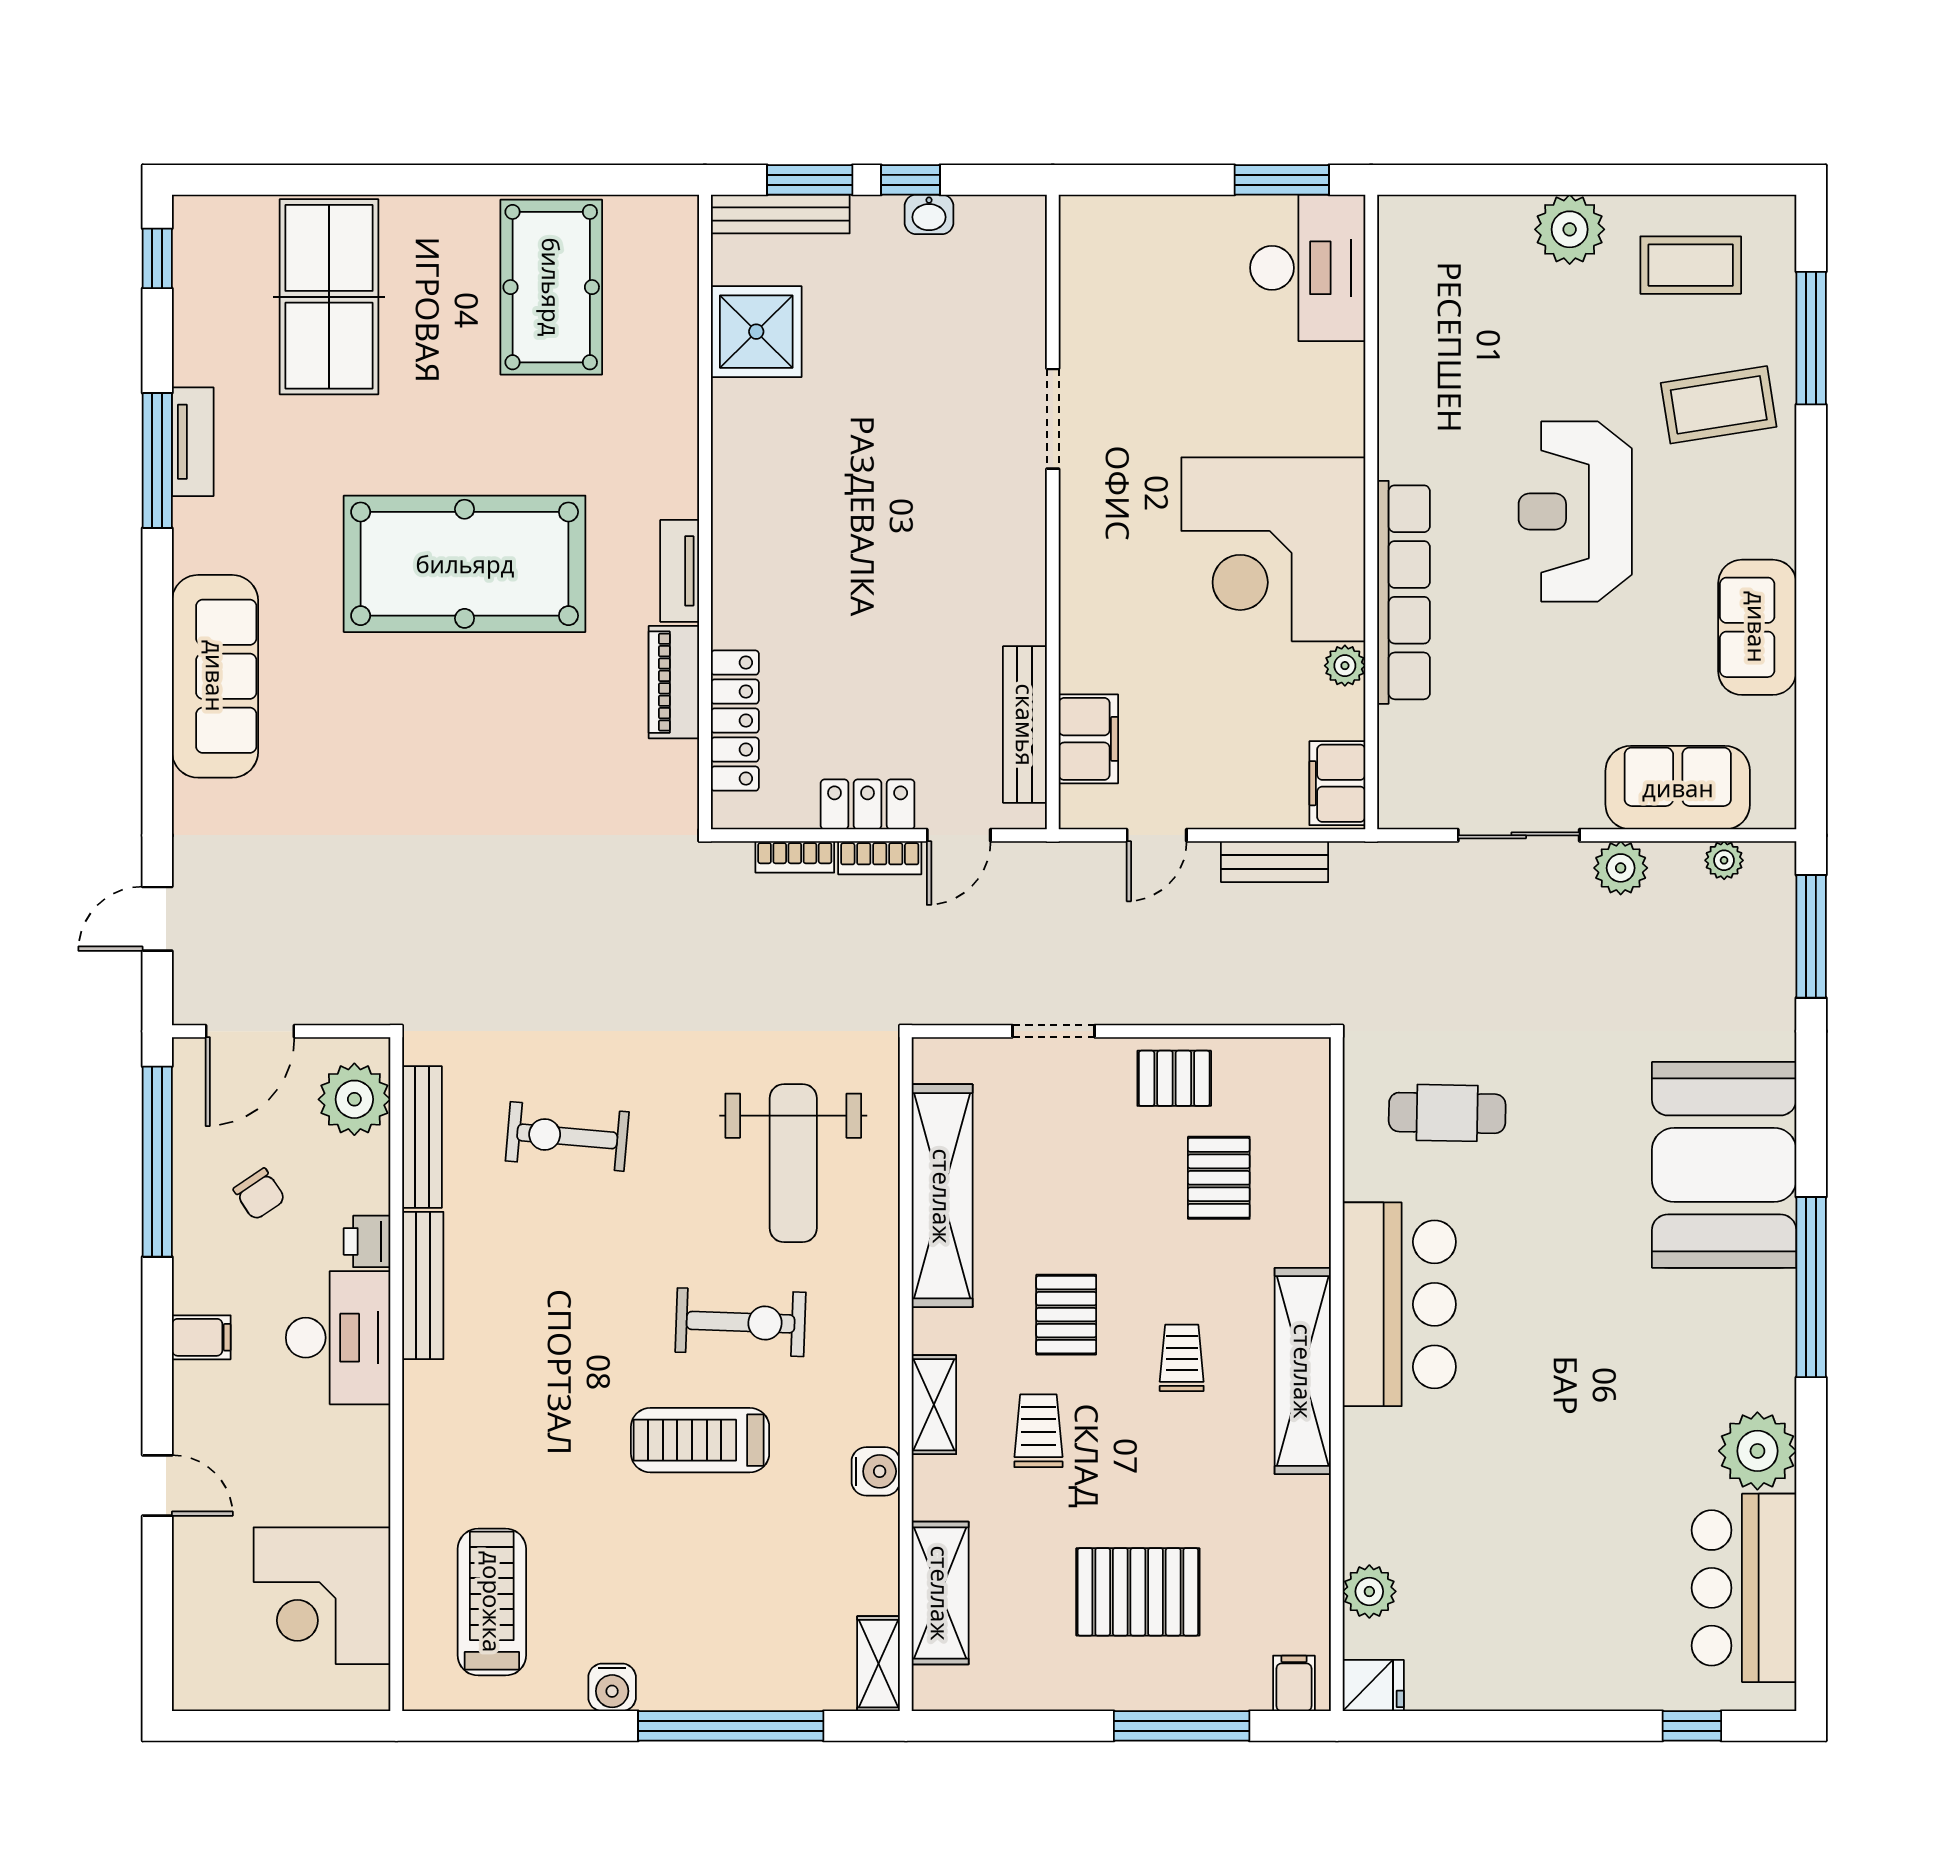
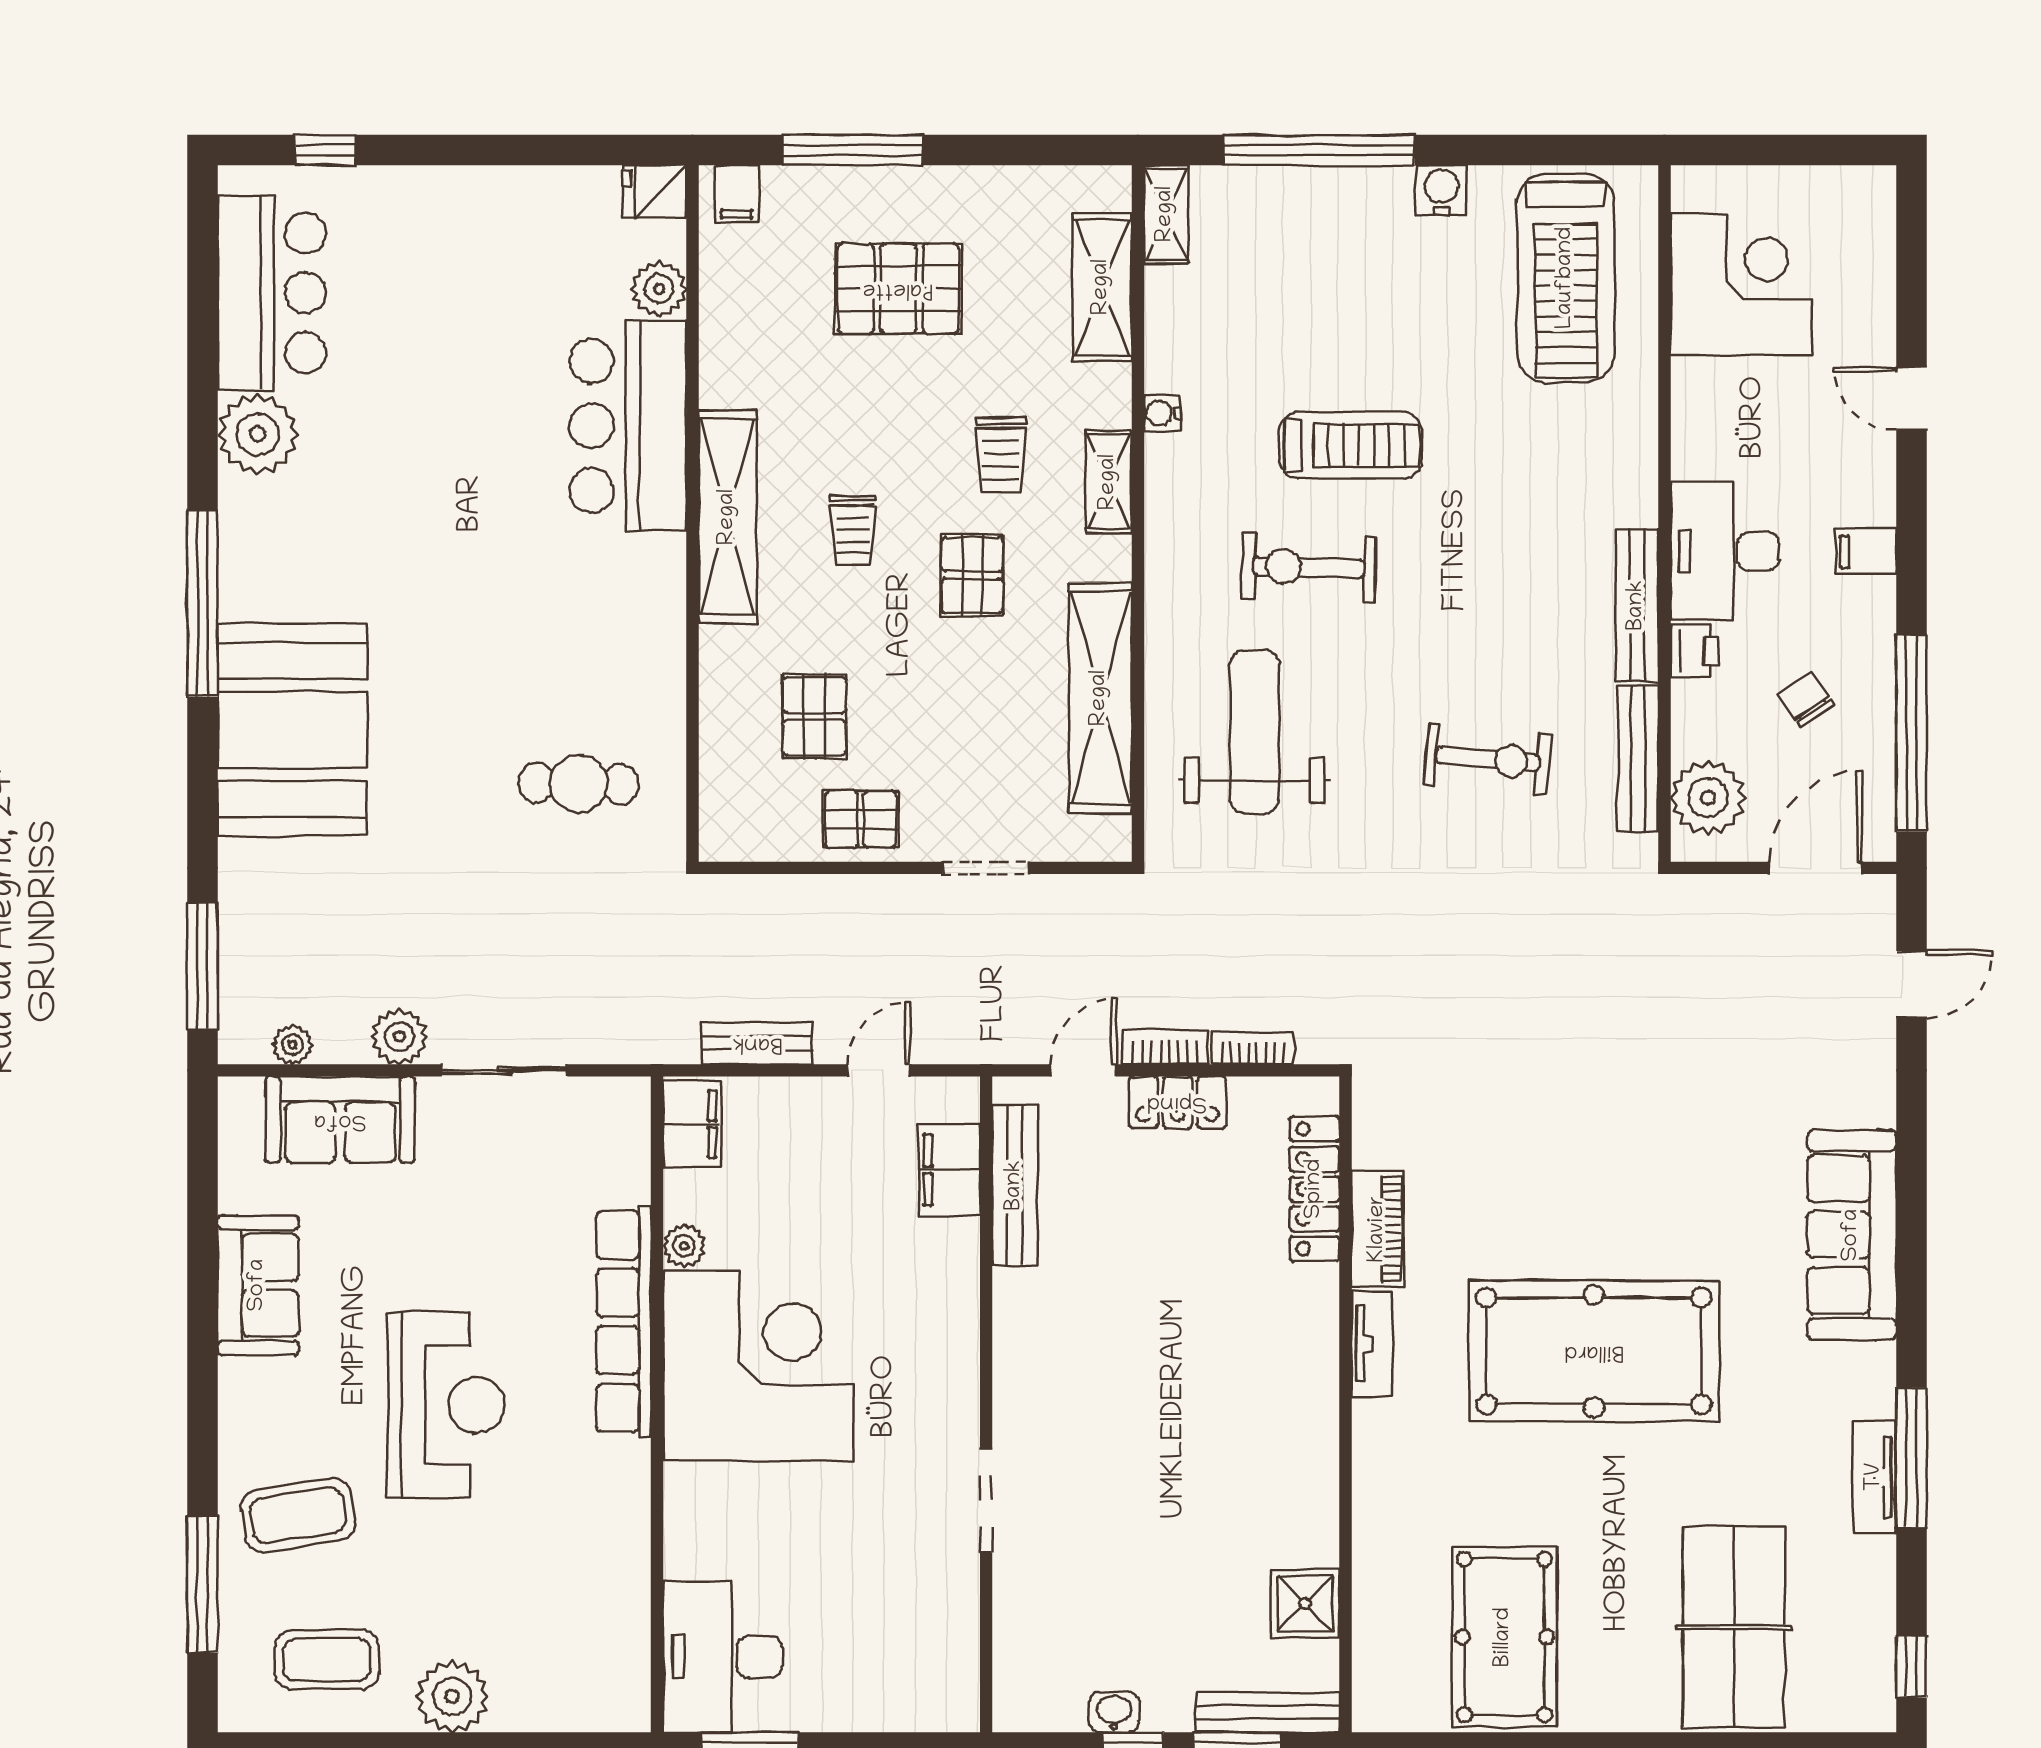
shower: (756, 332) -> (1305, 1603), width x0.73, depth x0.73
bar counter: (1399, 1304) -> (628, 426), moved
water cooler: (876, 1471) -> (1162, 413), width x0.72, depth x0.72
treadmill: (492, 1602) -> (1566, 278), width x1.37, depth x1.38

